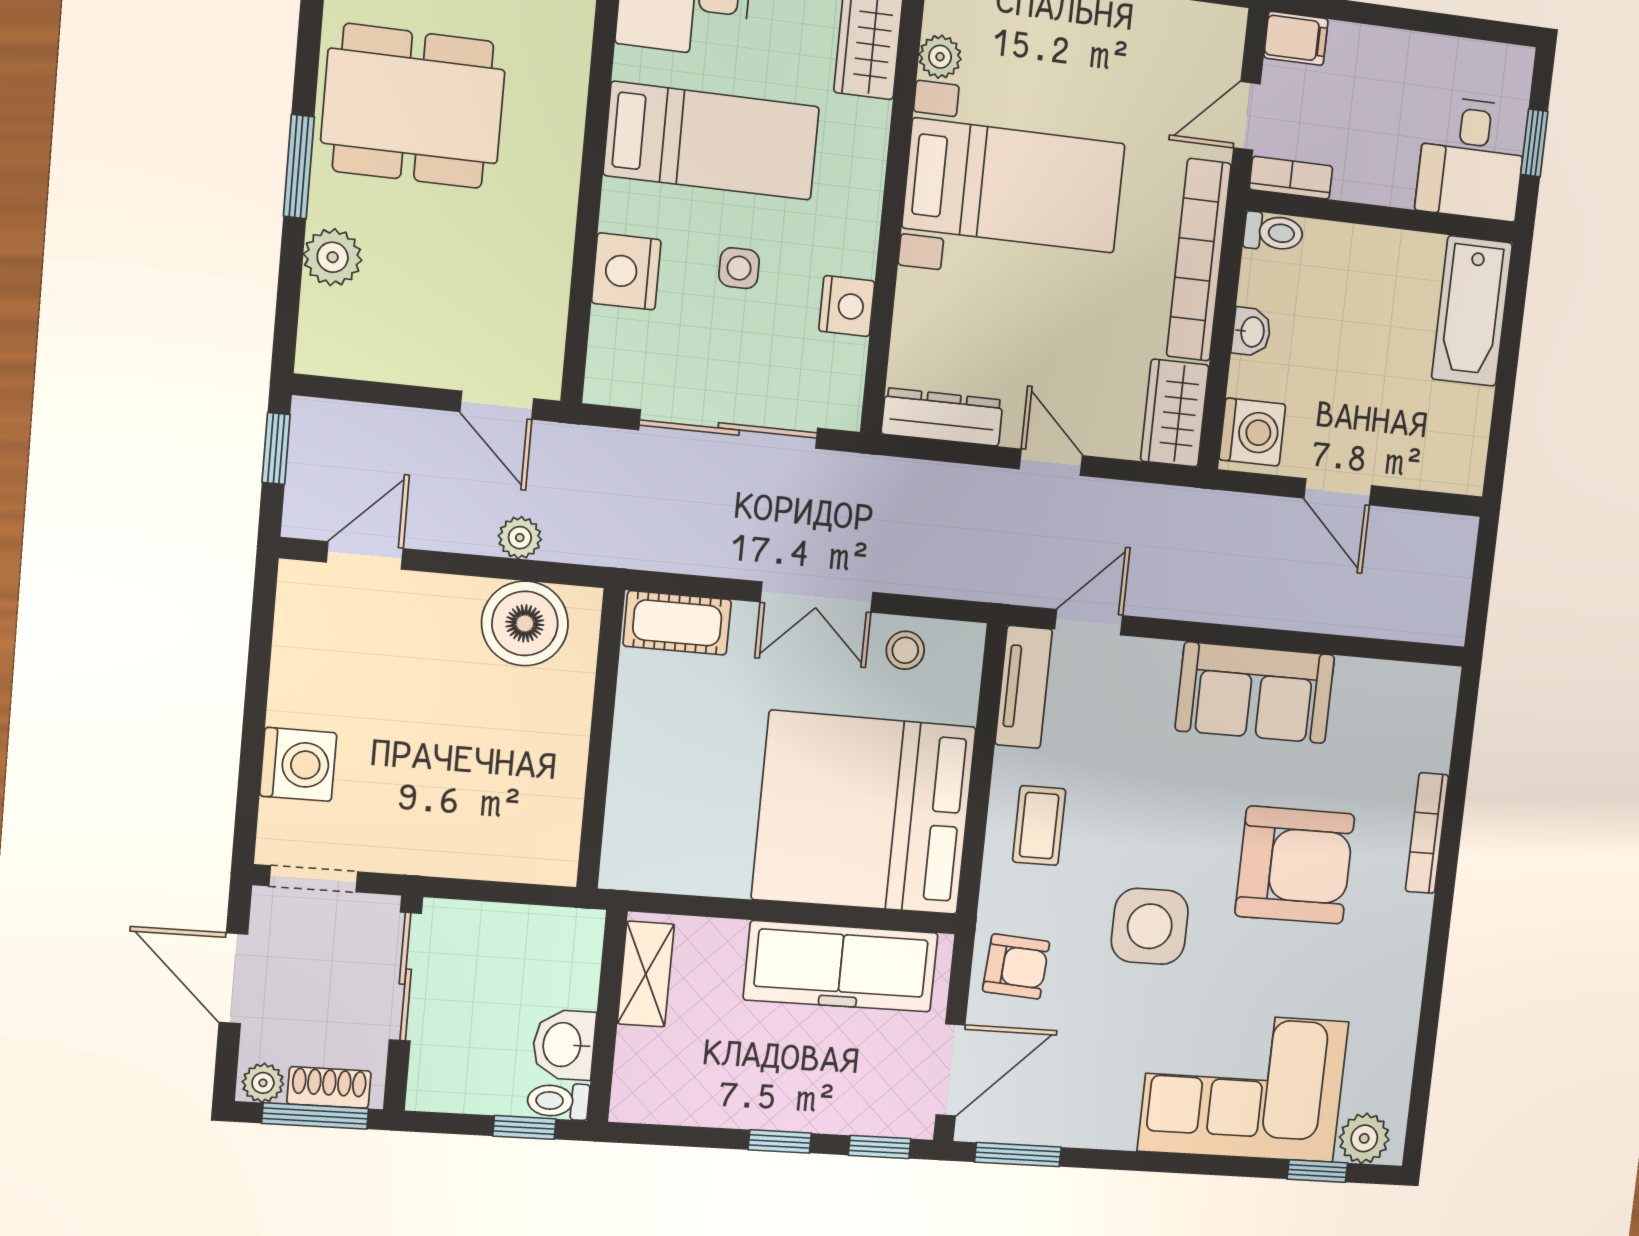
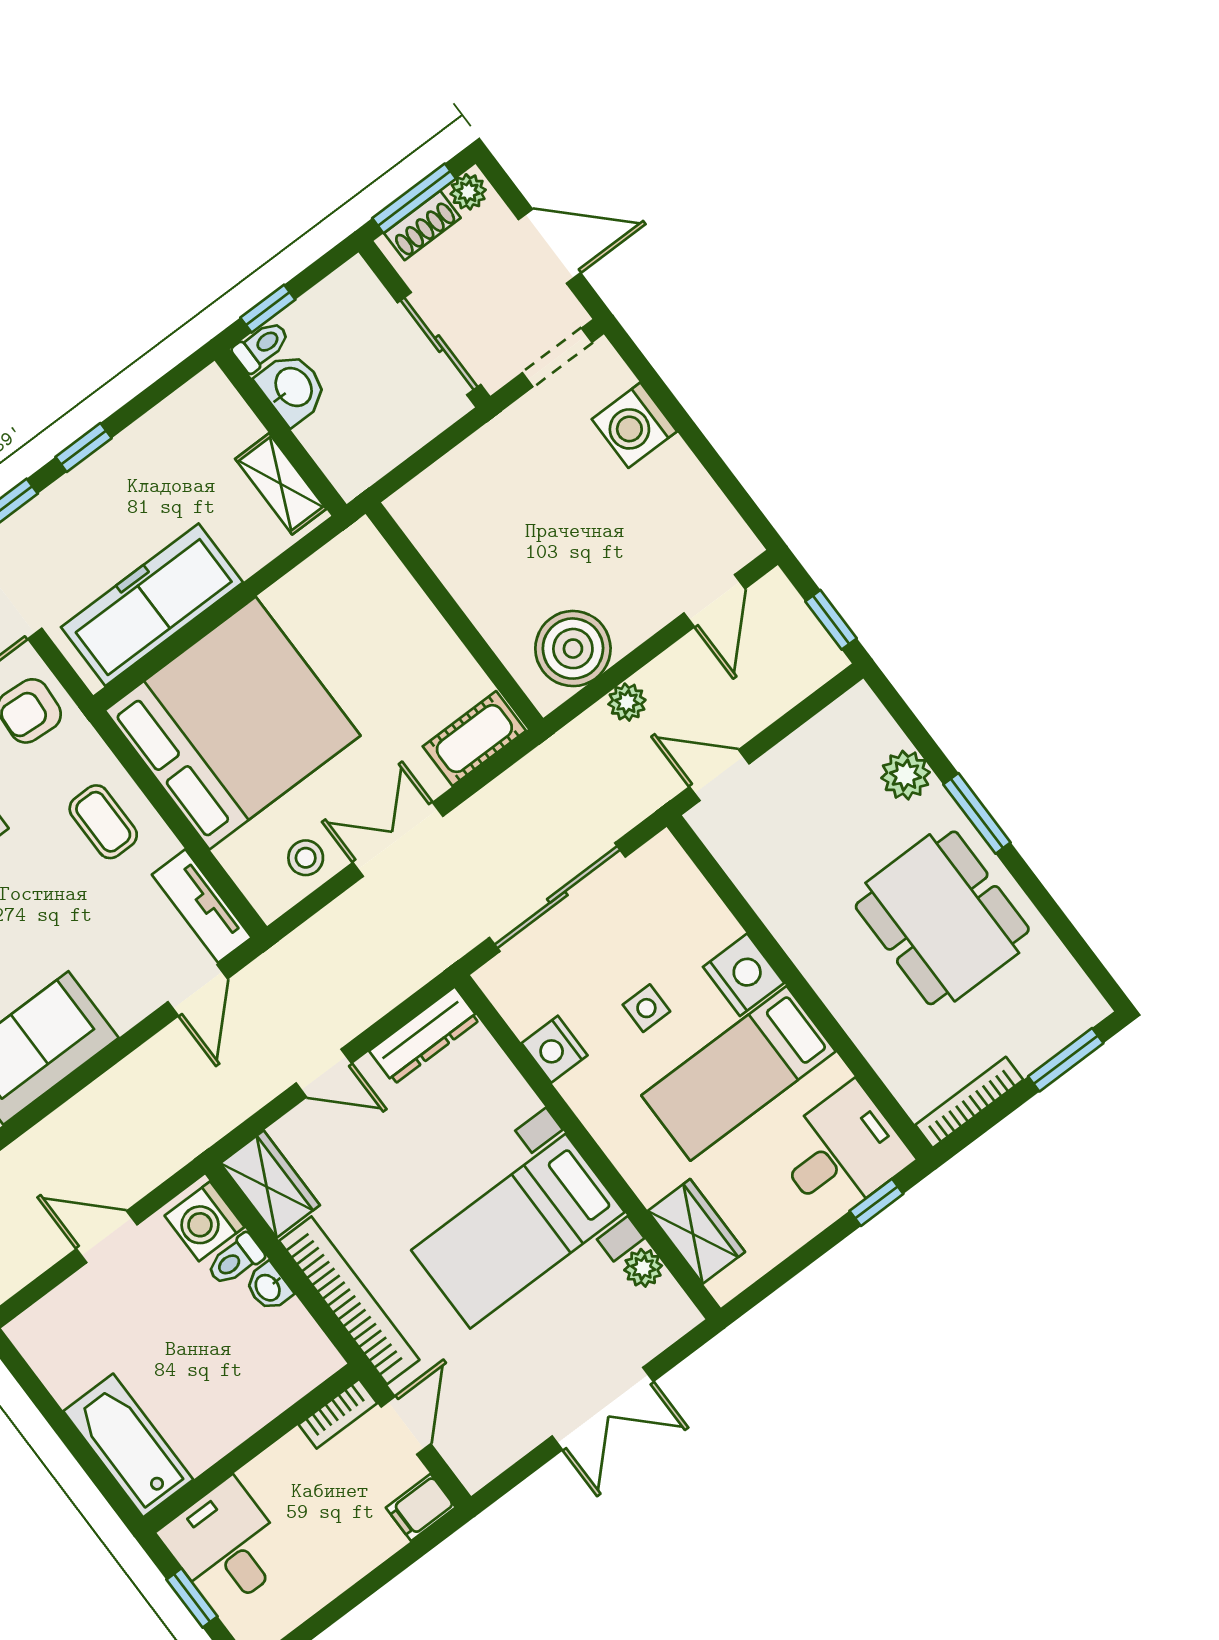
dining table: (413, 106) -> (942, 918), turned 90
toilet: (1273, 232) -> (235, 1260), moved
nightstand: (626, 271) -> (744, 975), moved

